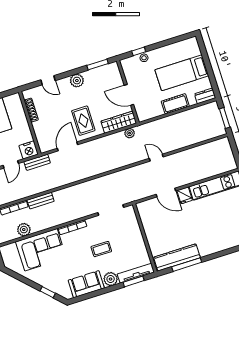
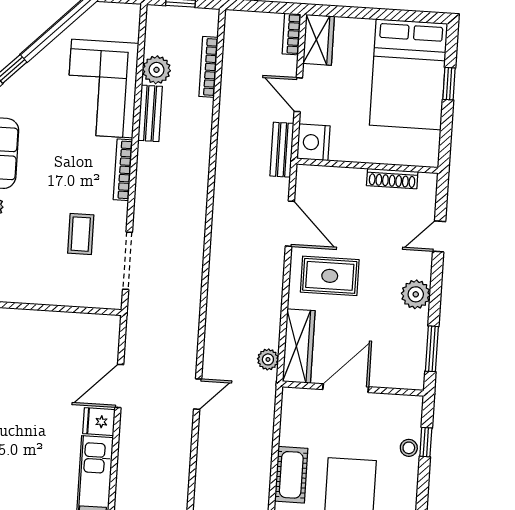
bench: (41, 201) -> (150, 113), moved
coffee table: (101, 249) -> (81, 234), moved

